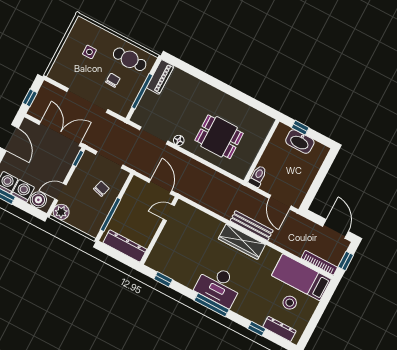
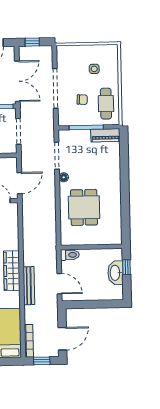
door: (280, 202) -> (59, 284), swing flipped
bench: (252, 226) -> (29, 286), moved

